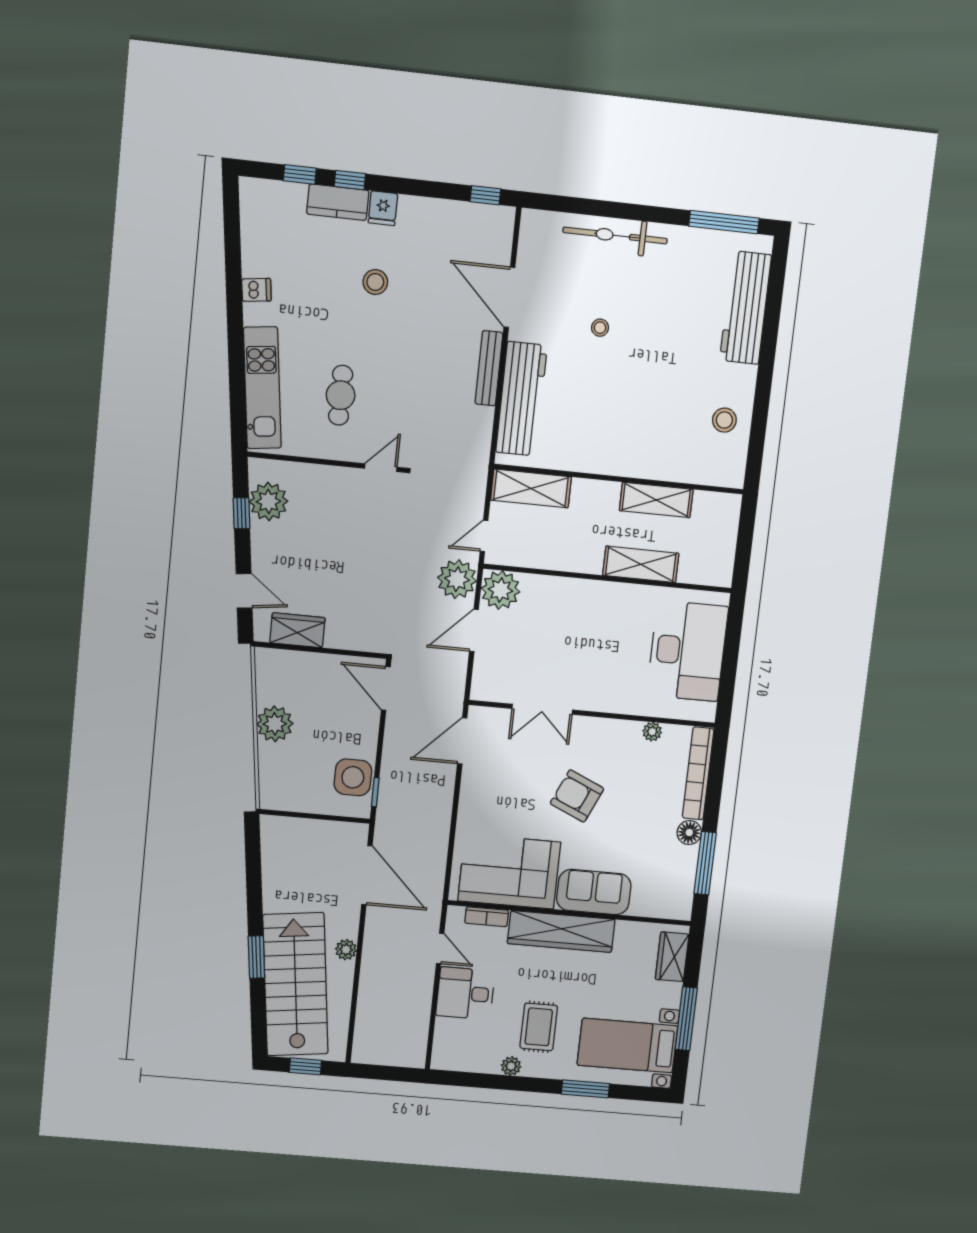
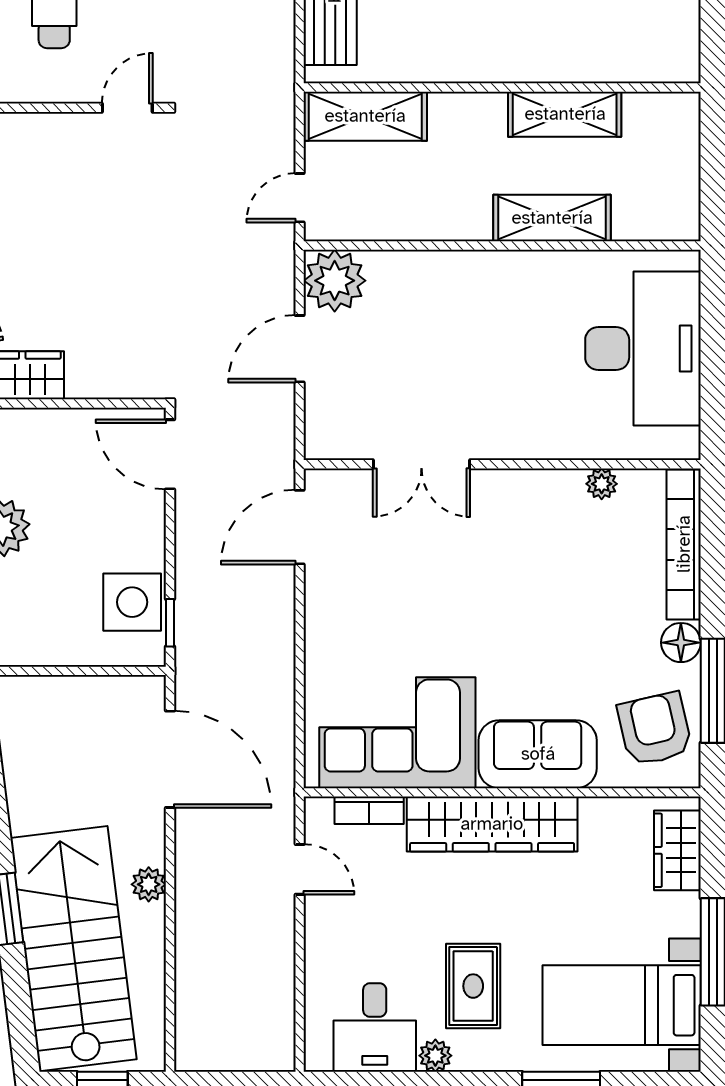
plant: (457, 579) -> (264, 270), removed
armchair: (577, 796) -> (655, 729), moved, turned 53
desk: (465, 993) -> (375, 1028), moved, turned -90

